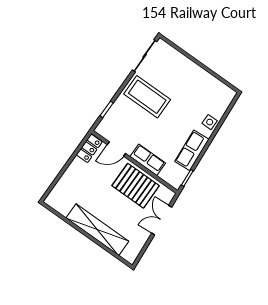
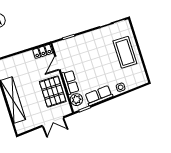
coffee table: (147, 97) -> (125, 52), moved
door: (116, 149) -> (57, 63), hinge flipped
plant: (170, 174) -> (76, 100), added
double door: (162, 220) -> (53, 122), swing flipped

